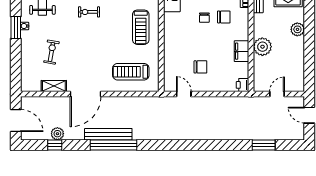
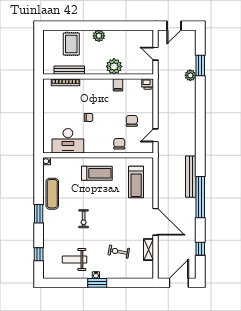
chair: (224, 17) -> (119, 144), moved
filing cabinet: (242, 51) -> (118, 85), width x0.50
plant: (57, 134) -> (190, 75), moved
bench: (108, 134) -> (191, 177), moved

